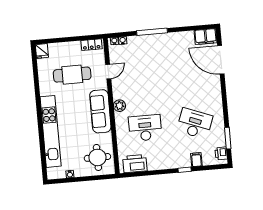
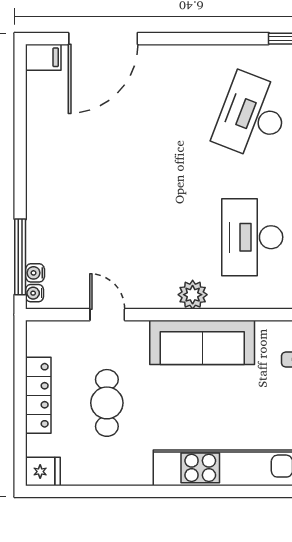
window: (152, 32) -> (20, 257), moved
filing cabinet: (206, 37) -> (43, 57), width x0.50
locker: (91, 45) -> (38, 395), moved, width x1.53
cafe table: (72, 75) -> (107, 403), width x0.73, depth x0.74

